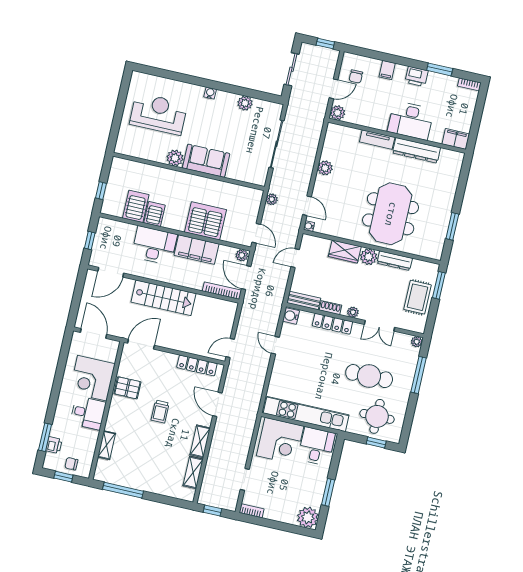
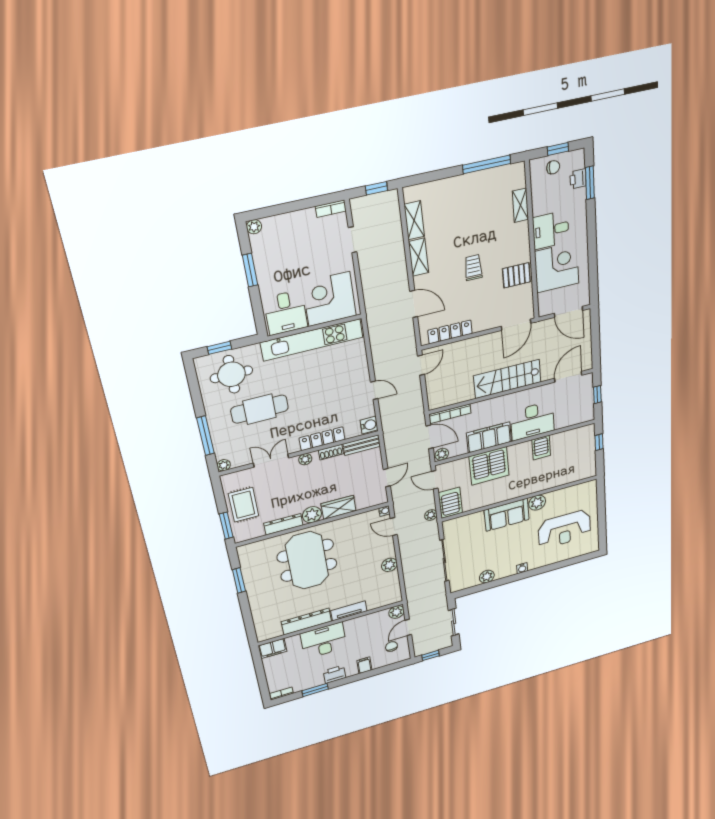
server rack: (136, 206) -> (450, 503), moved, turned 180
plant: (308, 517) -> (254, 227), width x0.53, depth x0.53

